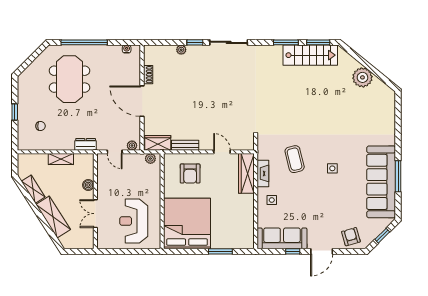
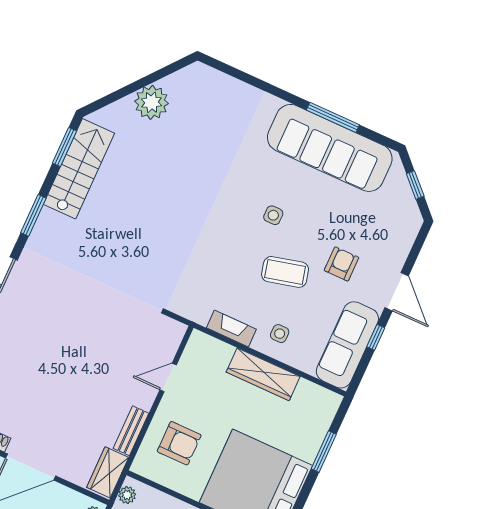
window: (286, 42) -> (33, 215), moved
coffee table: (295, 159) -> (285, 272), moved
wardrobe: (246, 173) -> (263, 374), moved
armchair: (351, 237) -> (342, 264), moved, turned 106

